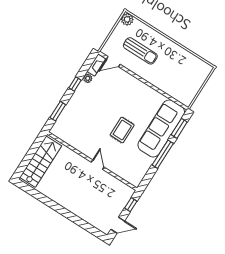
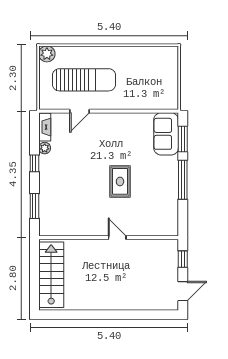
sun lounger: (140, 51) -> (84, 80), width x1.36, depth x1.34
door: (113, 62) -> (80, 111), moved
sofa: (161, 128) -> (166, 134), width x0.54, depth x0.79

